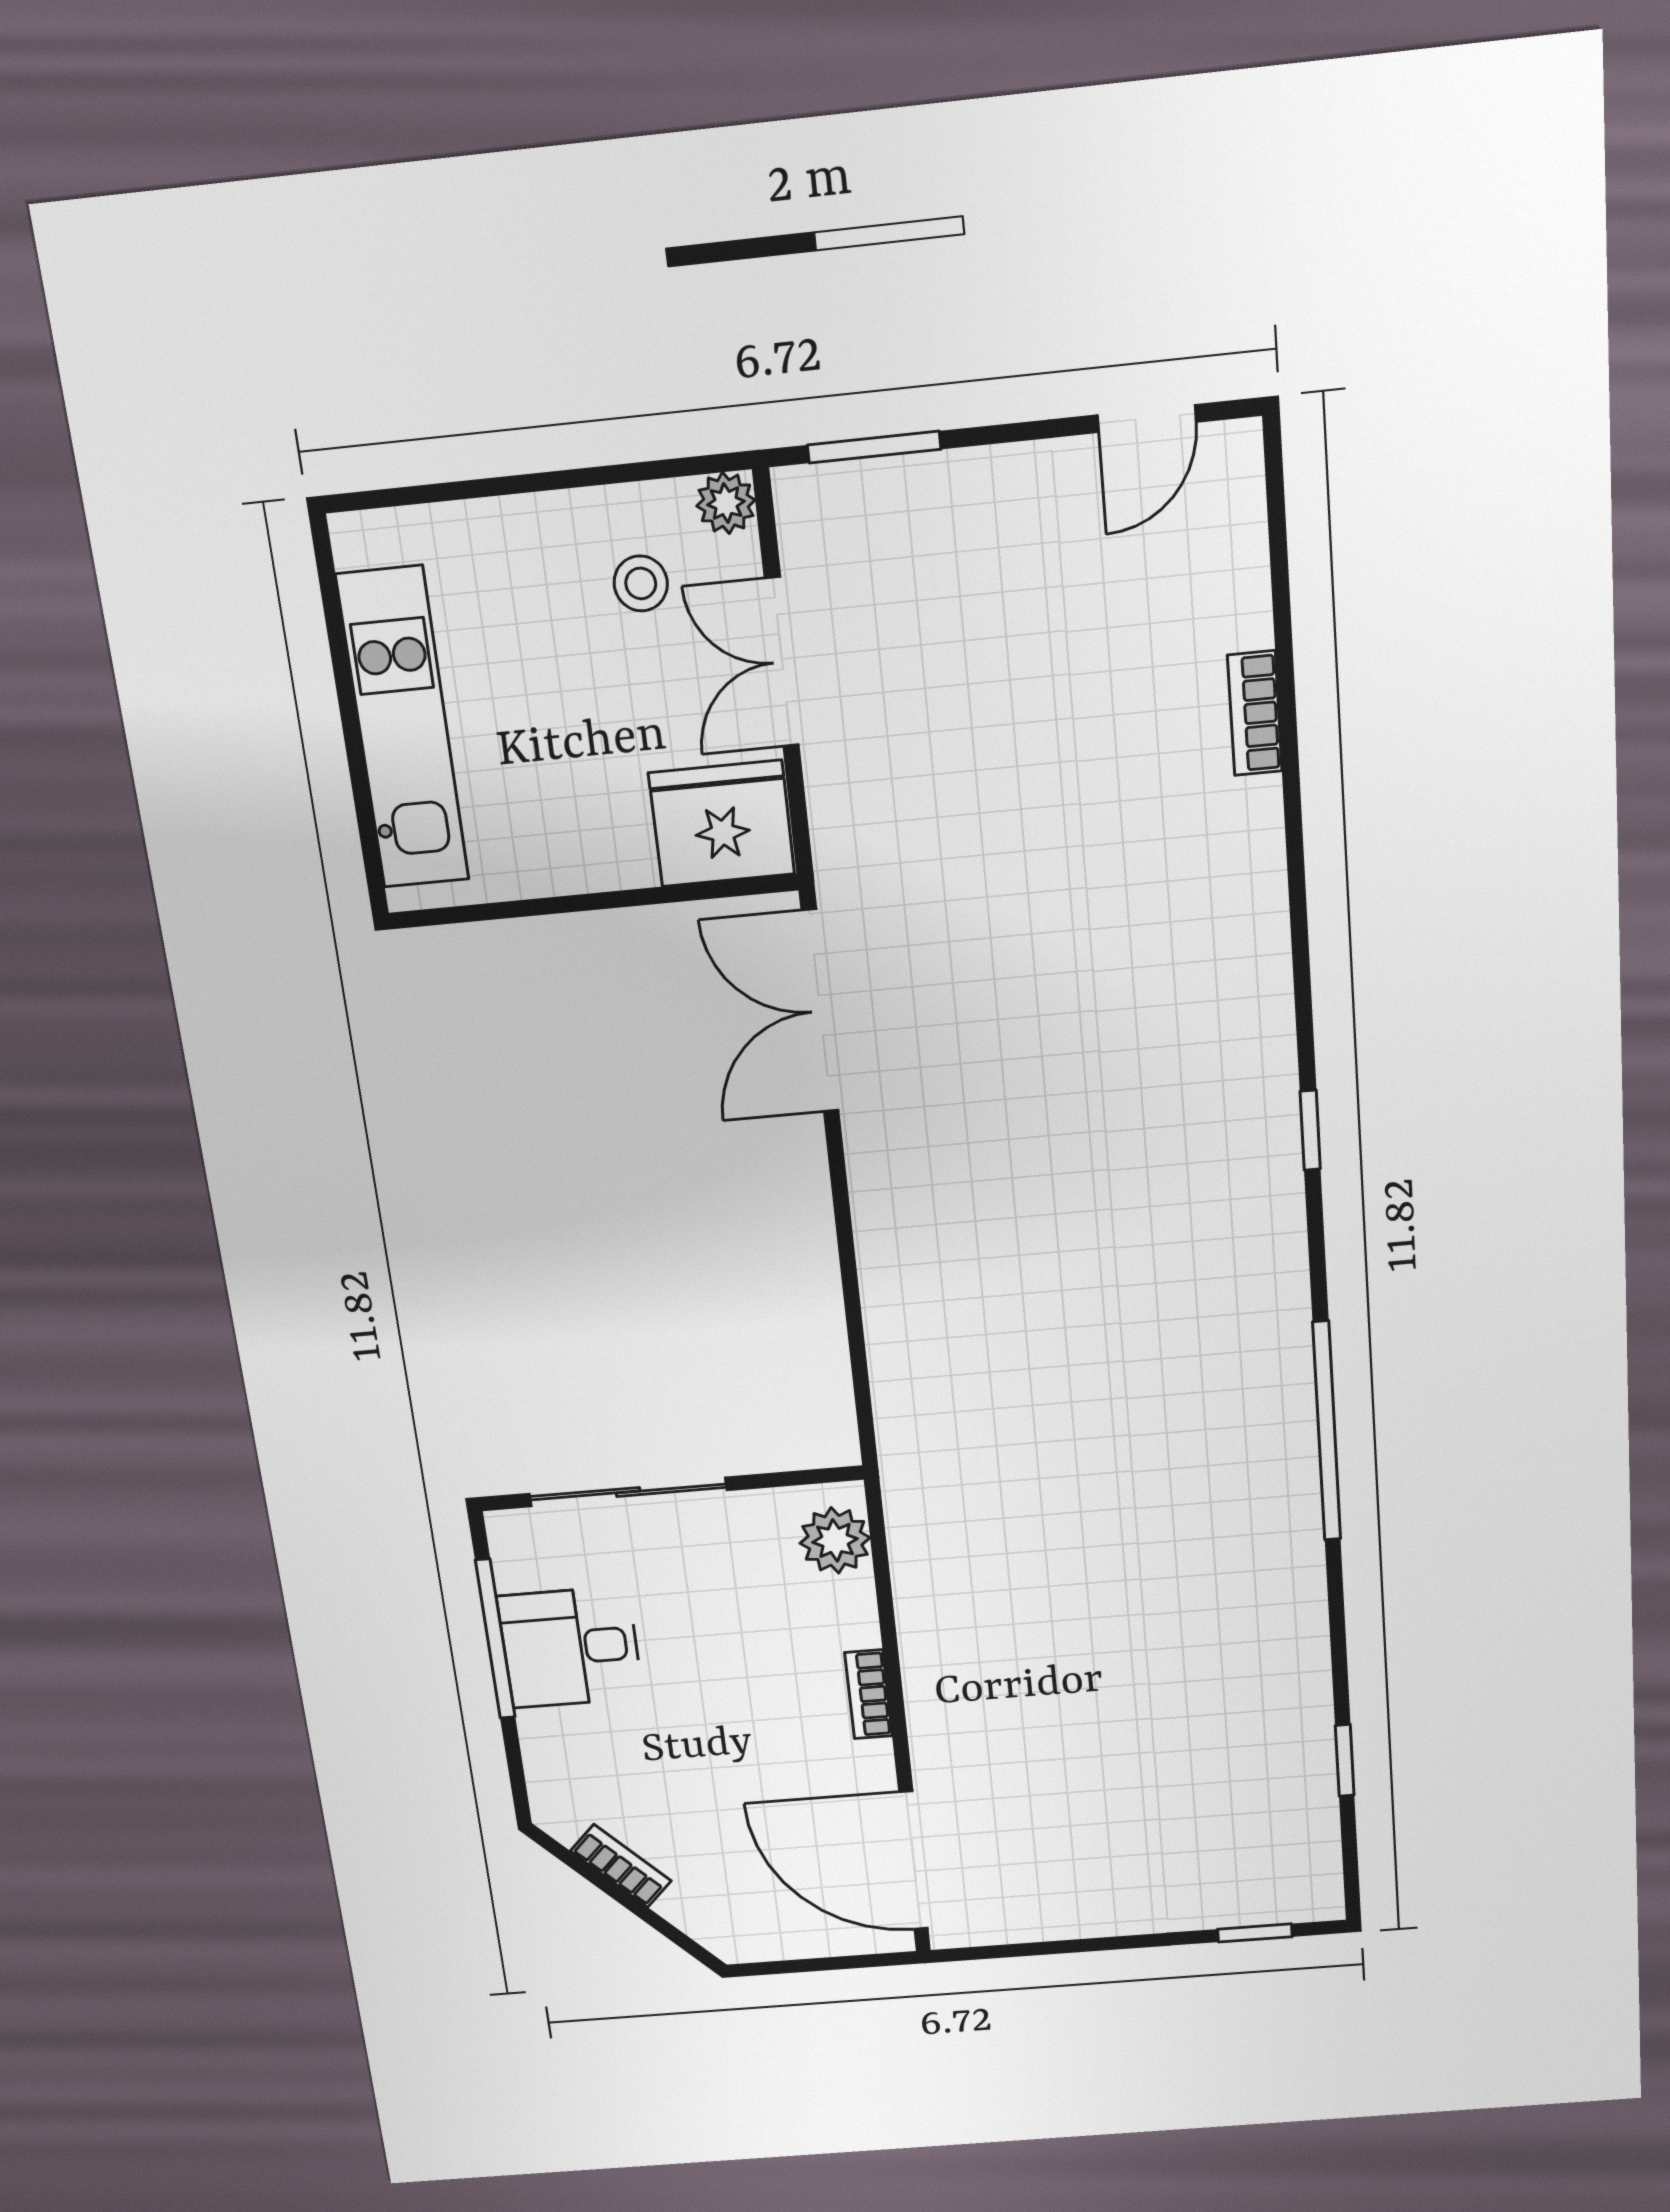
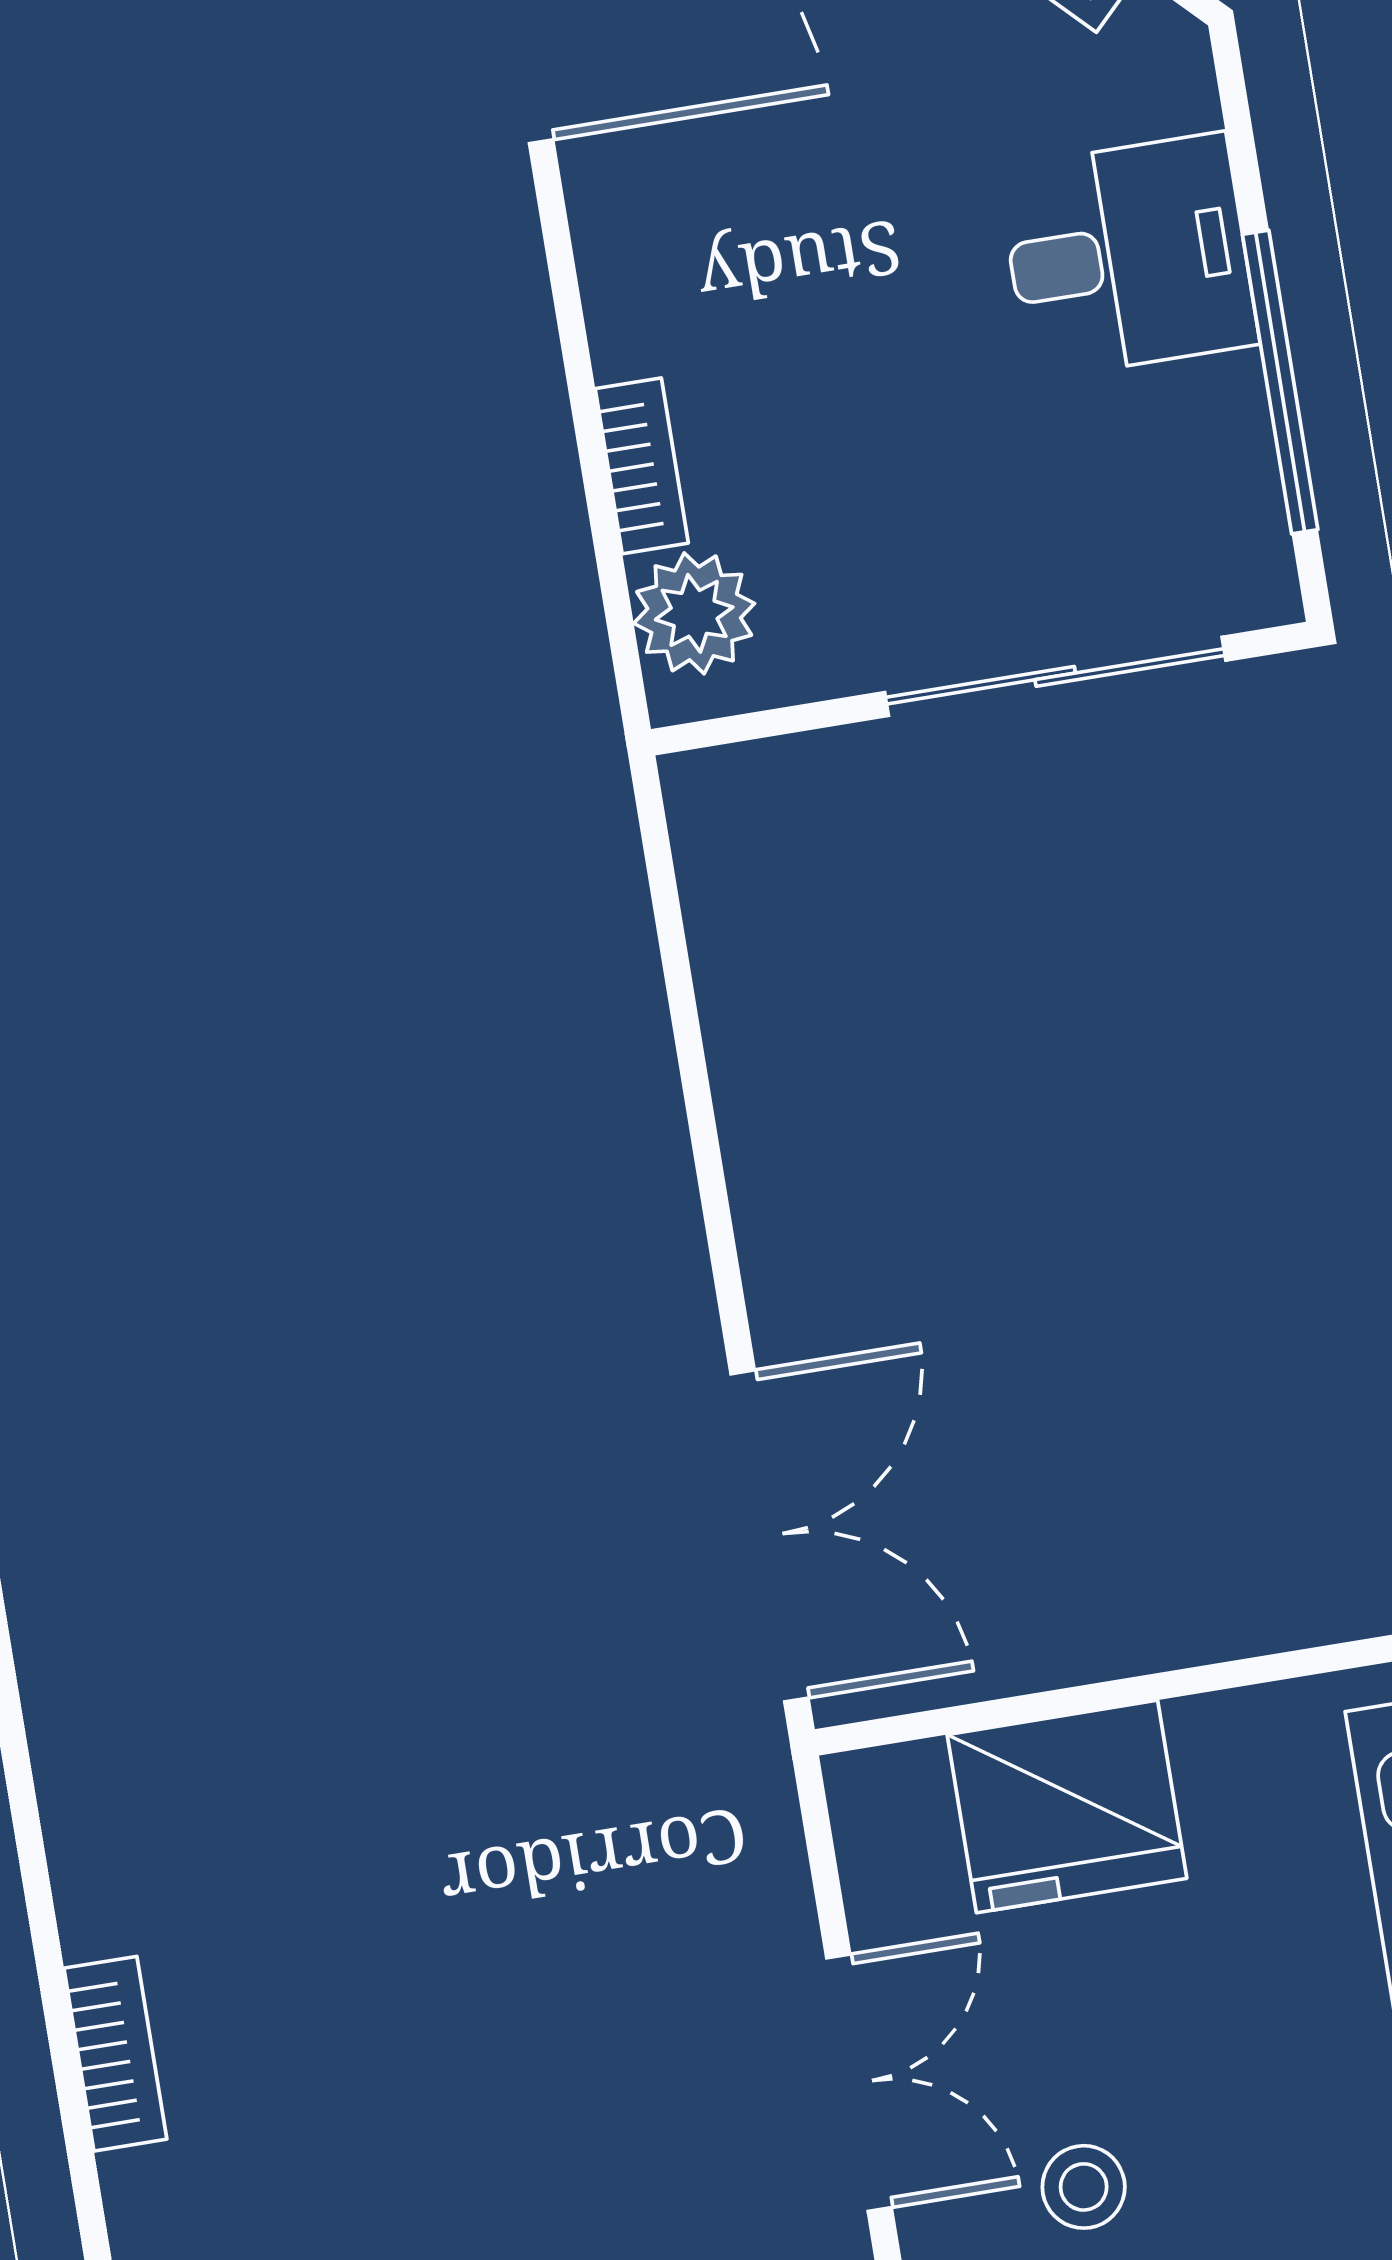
fridge: (722, 824) -> (1067, 1806), moved
desk: (570, 1647) -> (1128, 256), moved
bookcase: (869, 1694) -> (642, 466), moved

